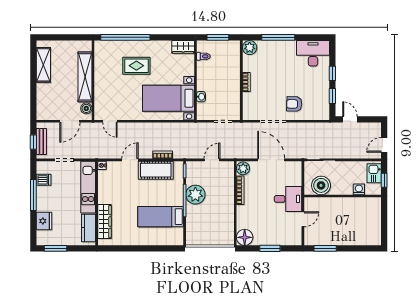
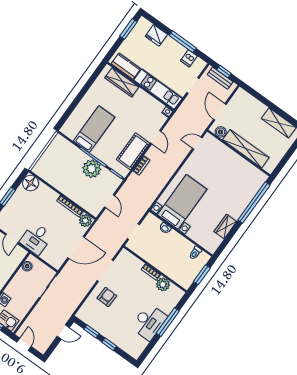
wardrobe: (183, 47) -> (225, 227), moved
plant: (250, 48) -> (163, 284), moved
desk: (313, 53) -> (149, 322), moved
rug: (136, 66) -> (226, 195), removed
boiler: (321, 185) -> (27, 266), width x0.54, depth x0.54

